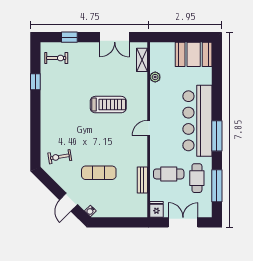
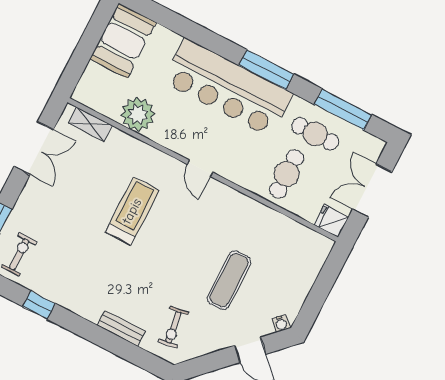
plant: (155, 77) -> (138, 114), width x1.87, depth x1.87
bench: (142, 180) -> (121, 328), moved

